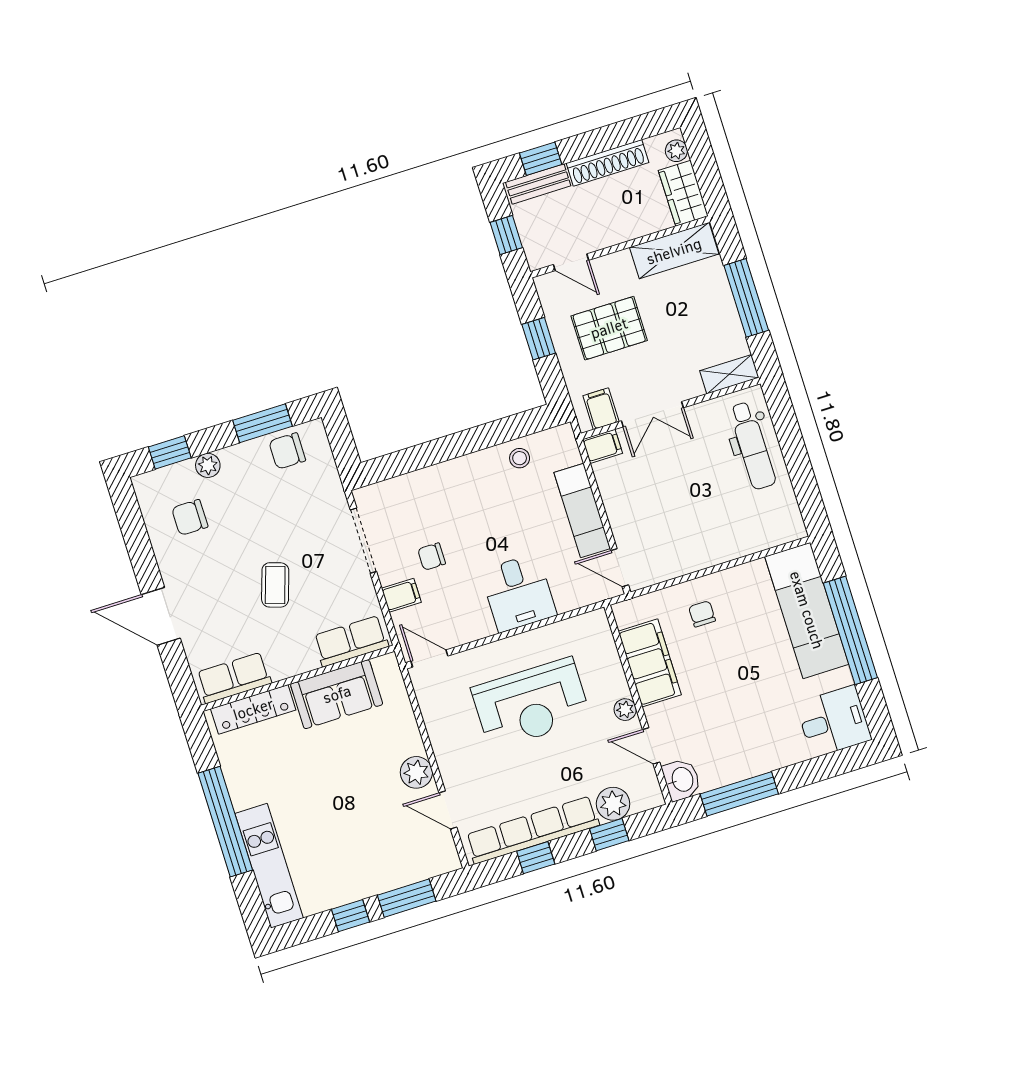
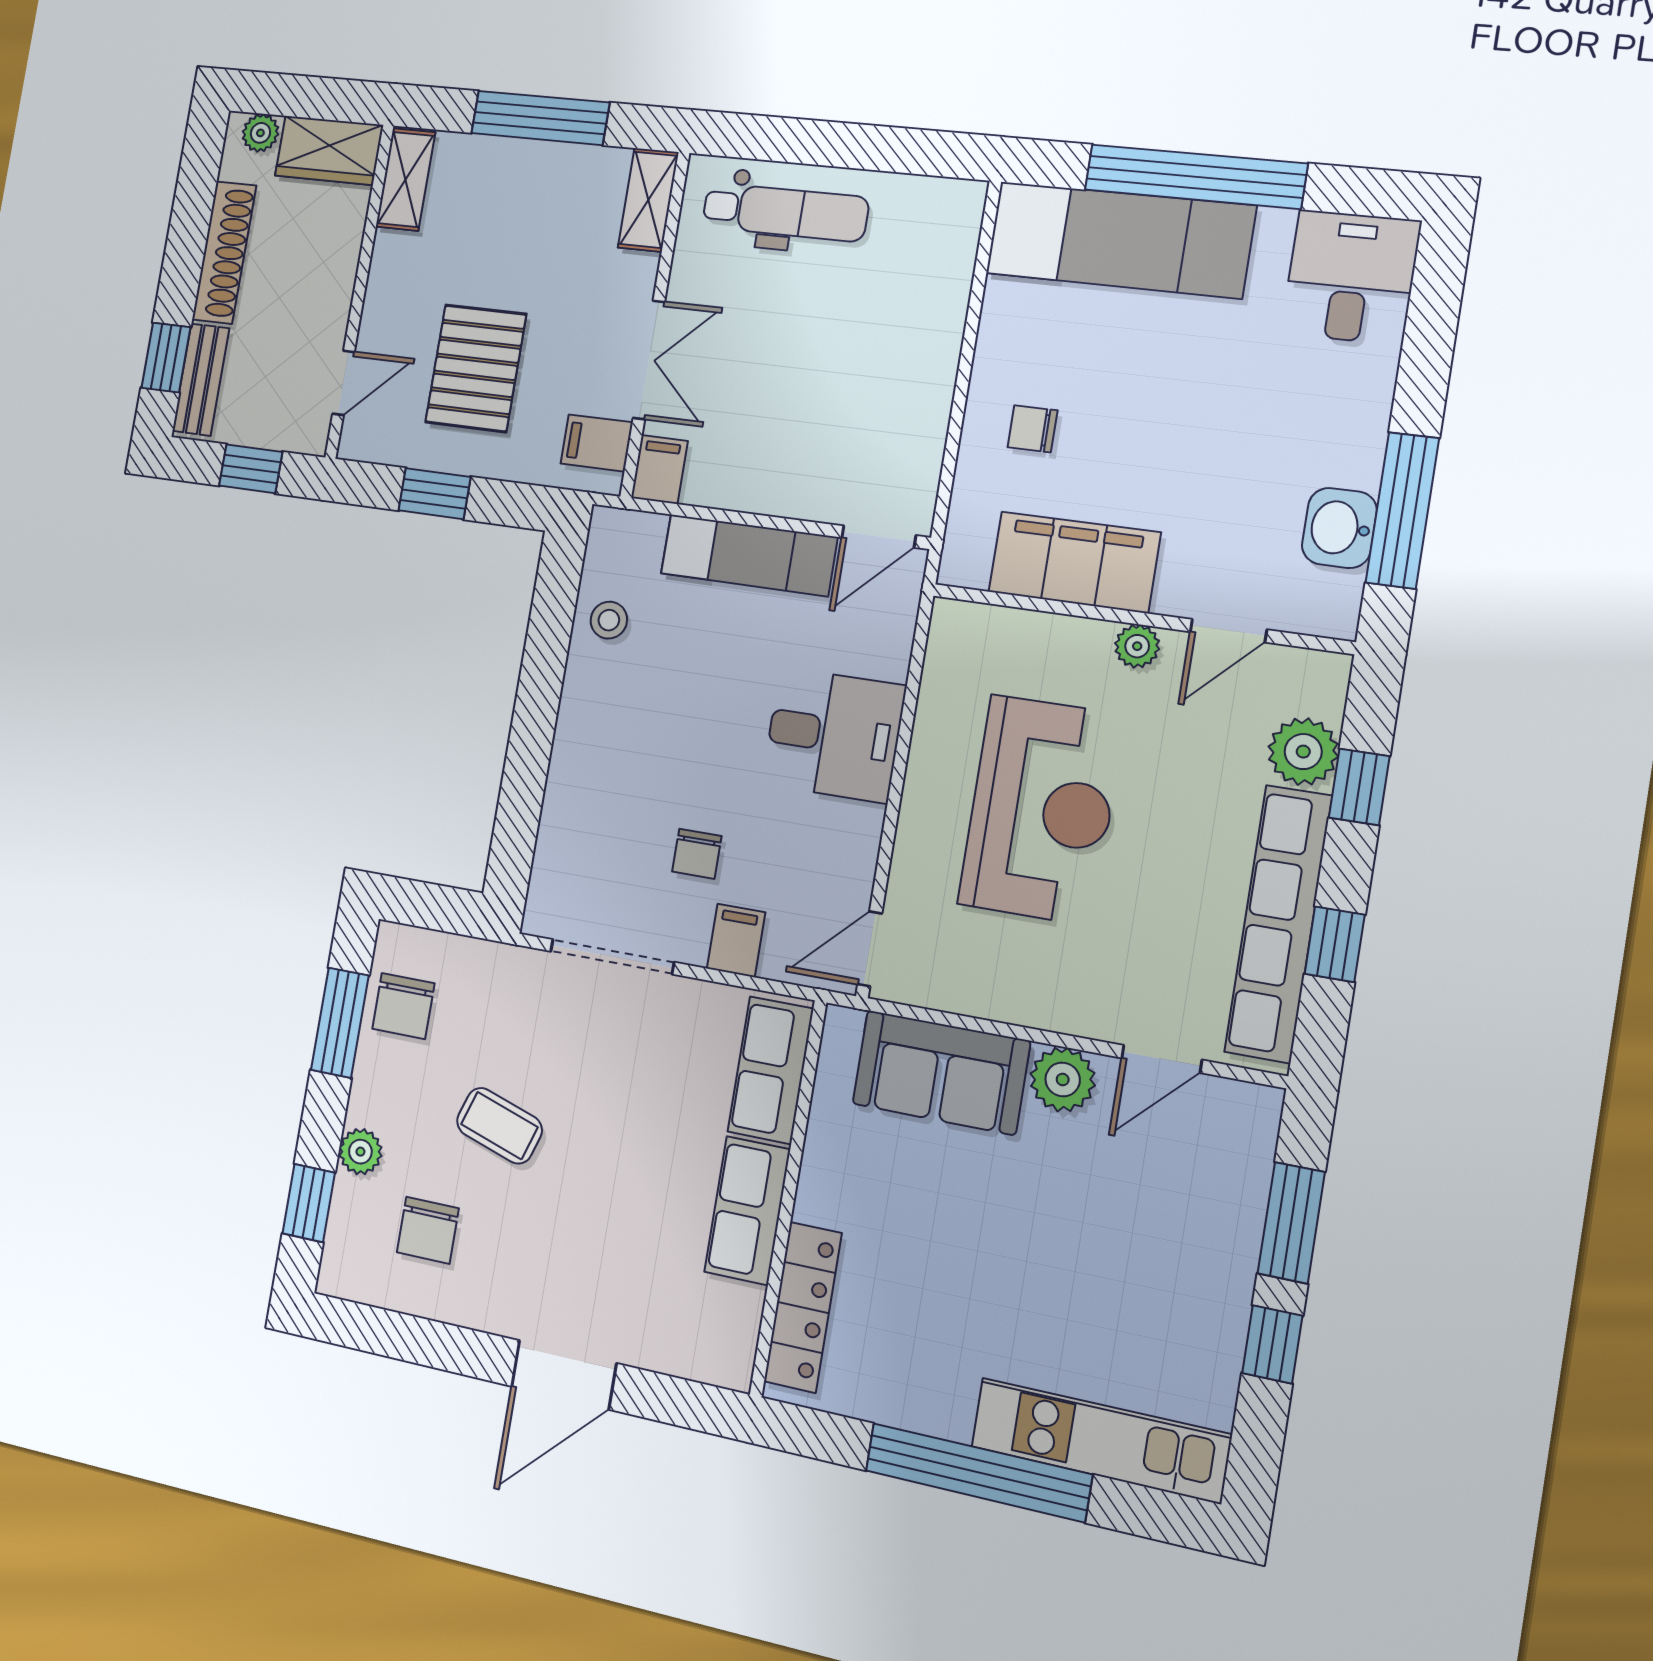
shelving: (674, 251) -> (406, 179), width x0.67, depth x0.75
coffee table: (275, 585) -> (499, 1126), moved
row of seats: (234, 678) -> (747, 1211), moved
sofa: (337, 694) -> (941, 1072), moved, turned 90
washbasin: (682, 780) -> (1339, 528), moved, turned -90

